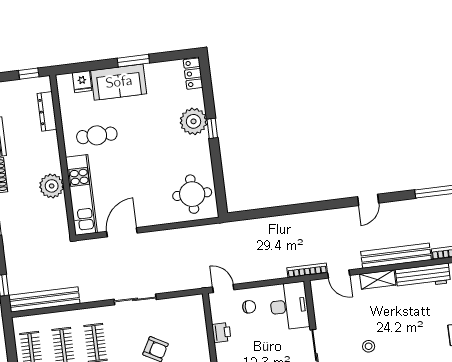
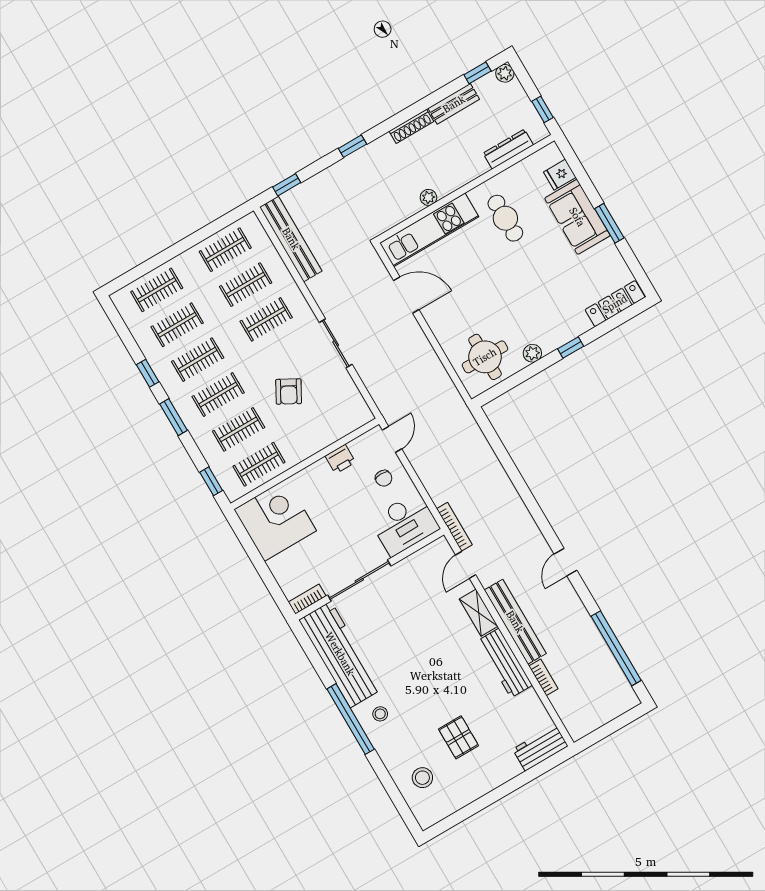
locker: (193, 74) -> (615, 304), width x1.53
plant: (193, 121) -> (532, 353), moved, width x0.53, depth x0.53
plant: (52, 186) -> (428, 197), width x0.53, depth x0.53
door: (368, 200) -> (566, 562), hinge flipped
stool: (369, 346) -> (397, 635), removed

